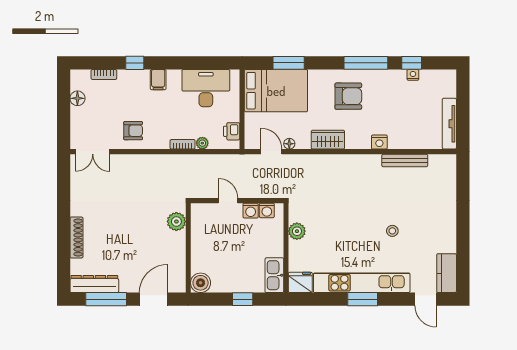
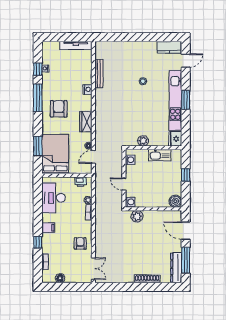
door: (228, 201) -> (124, 184), hinge flipped
washing machine: (251, 211) -> (130, 202), moved
kitchen sink: (274, 275) -> (160, 155), moved

